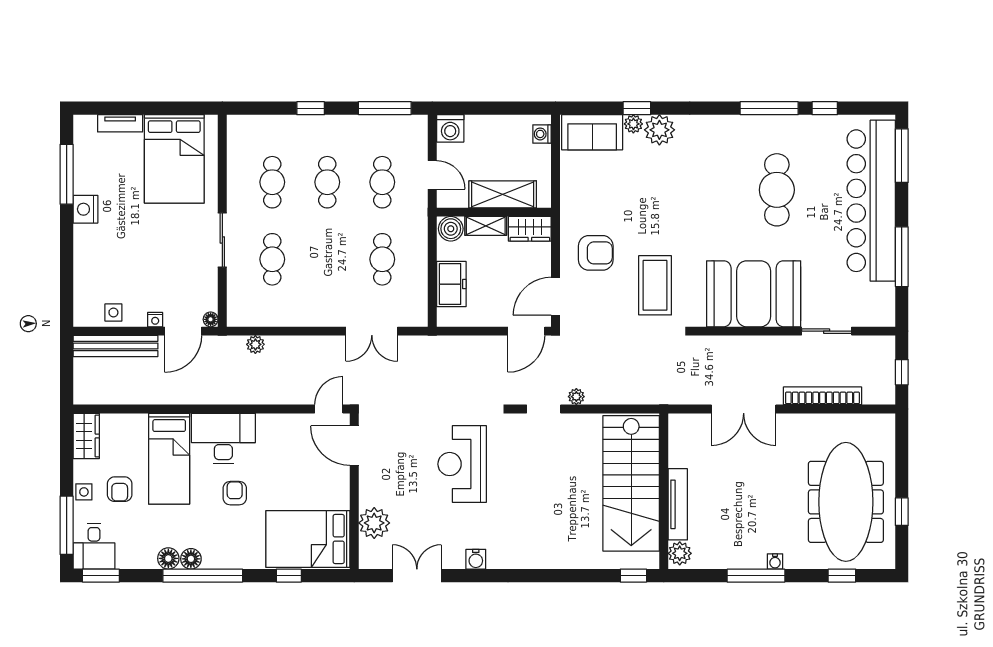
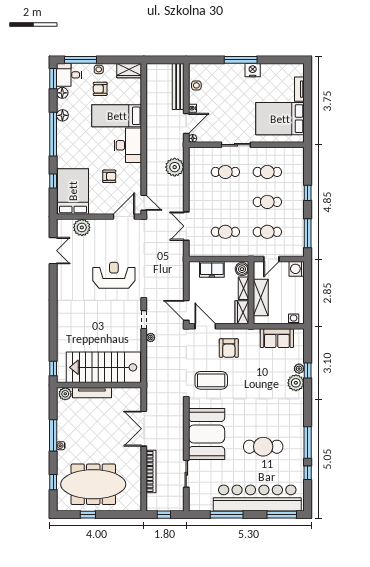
sofa: (592, 132) -> (277, 338), moved, turned -90
window: (67, 174) -> (241, 60), moved
door: (183, 331) -> (186, 123), swing flipped
plant: (255, 344) -> (175, 167), width x1.87, depth x1.87
armchair: (235, 493) -> (109, 176), moved
floor lamp: (191, 559) -> (62, 93), moved
water cooler: (476, 559) -> (62, 283), removed

